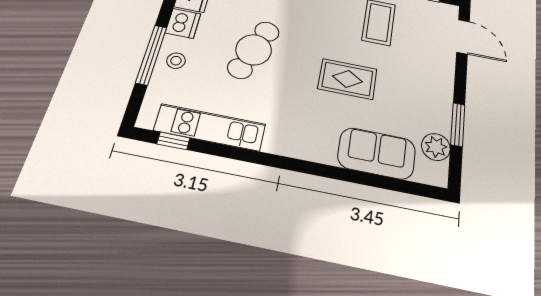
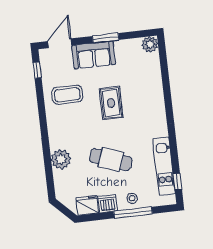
window: (458, 125) -> (106, 38), moved
plant: (436, 147) -> (150, 44), moved
sofa: (377, 153) -> (94, 55), moved, turned -90

